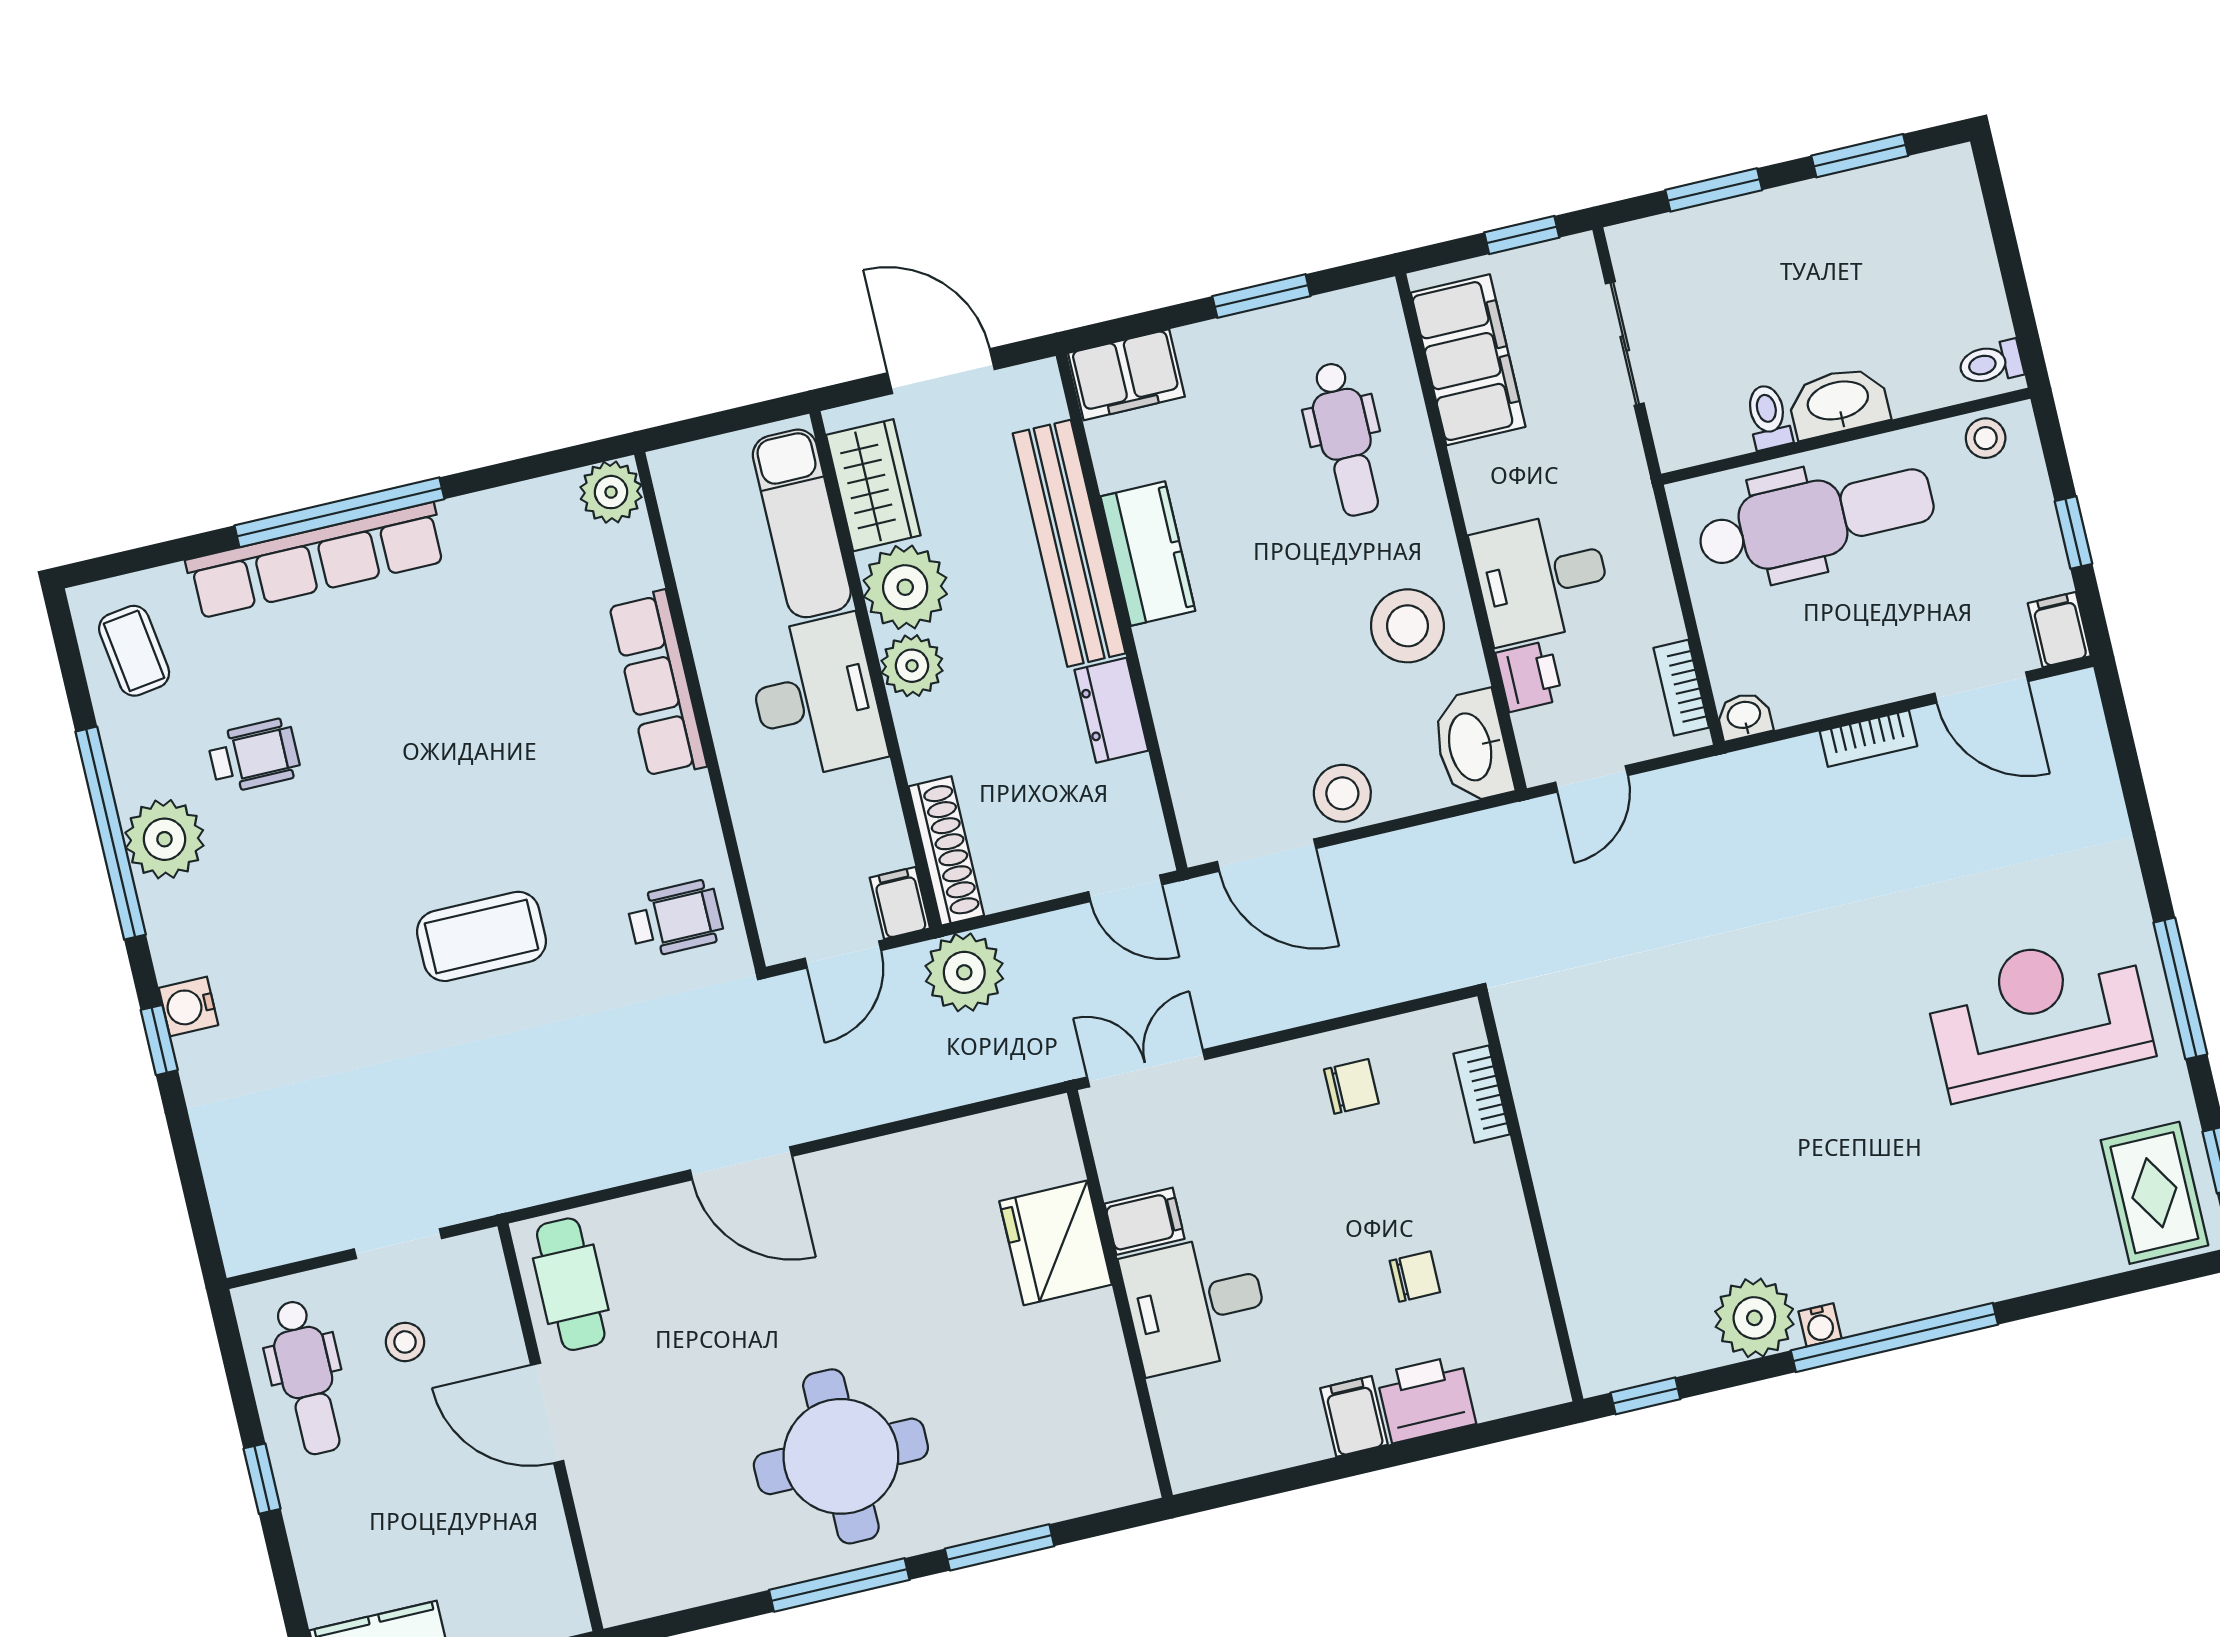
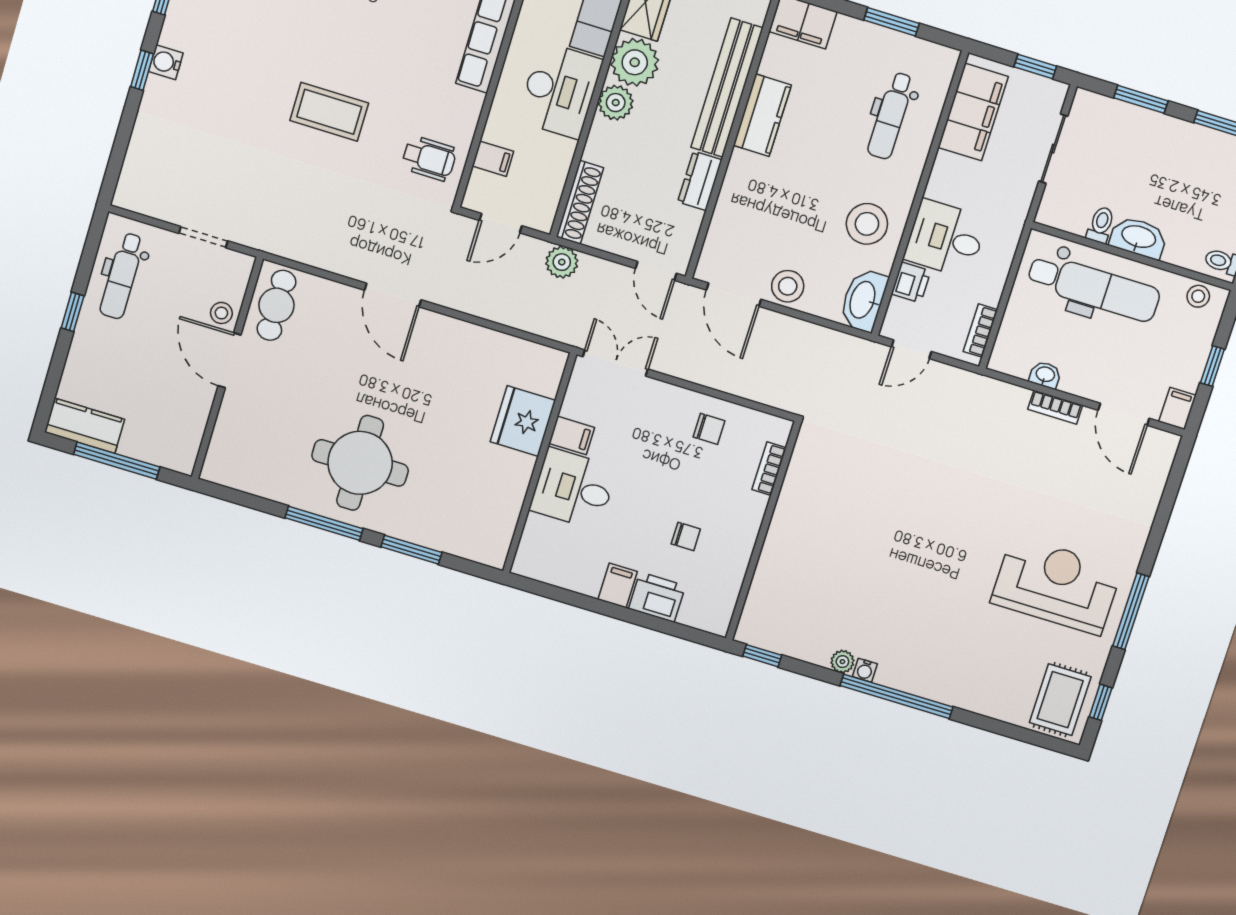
washbasin: (1744, 716) -> (1045, 375), moved
filing cabinet: (900, 903) -> (493, 159), moved, turned 90
plant: (964, 972) -> (562, 262), width x0.73, depth x0.73
plant: (1754, 1318) -> (842, 662), width x0.53, depth x0.53
stool: (405, 1342) -> (221, 313), moved

